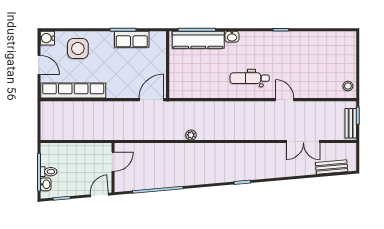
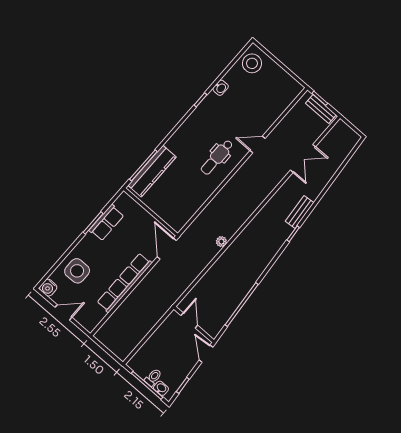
washbasin: (232, 37) -> (221, 88), moved
stool: (348, 86) -> (252, 63), moved, width x1.89, depth x1.89
row of seats: (73, 91) -> (124, 283), moved
bench: (332, 167) -> (300, 212), moved

